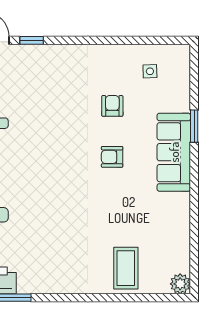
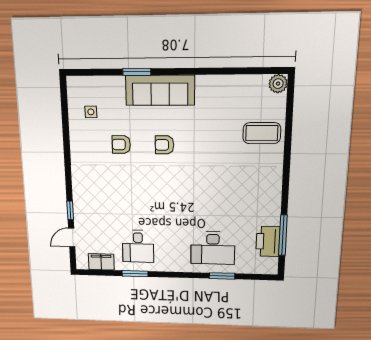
armchair: (112, 157) -> (164, 145), turned 90

